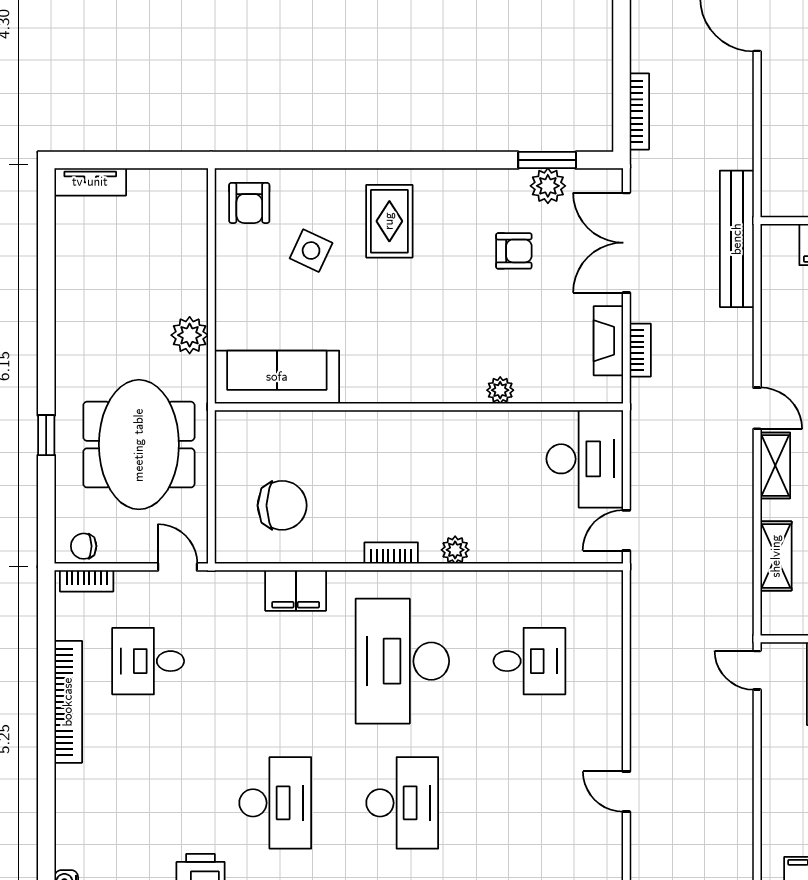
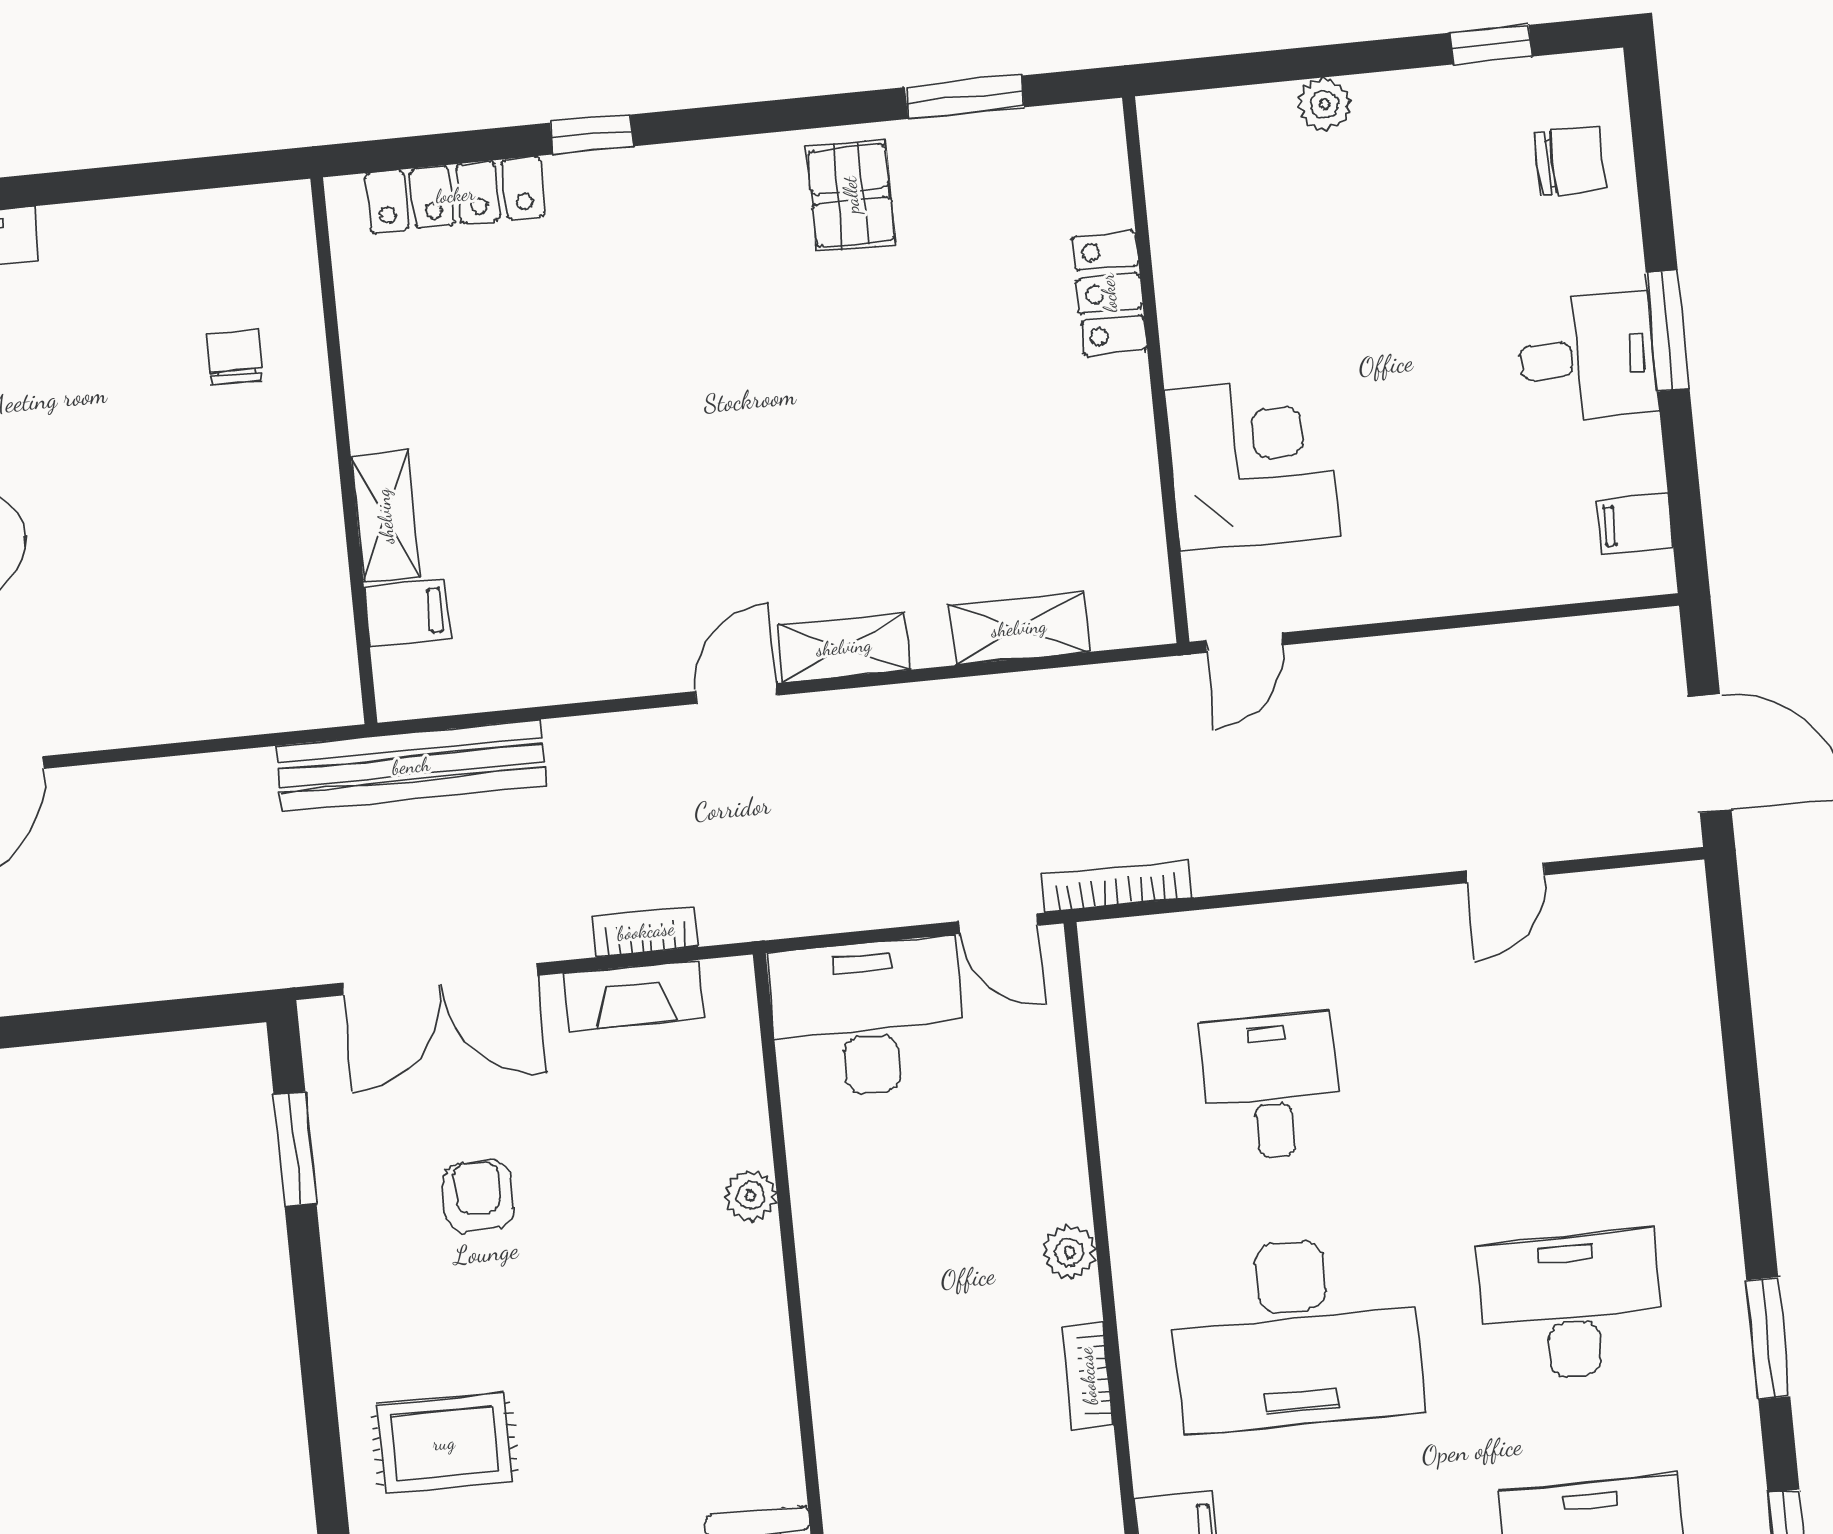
bookcase: (639, 111) -> (1116, 886), moved
plant: (548, 186) -> (345, 1143), removed

